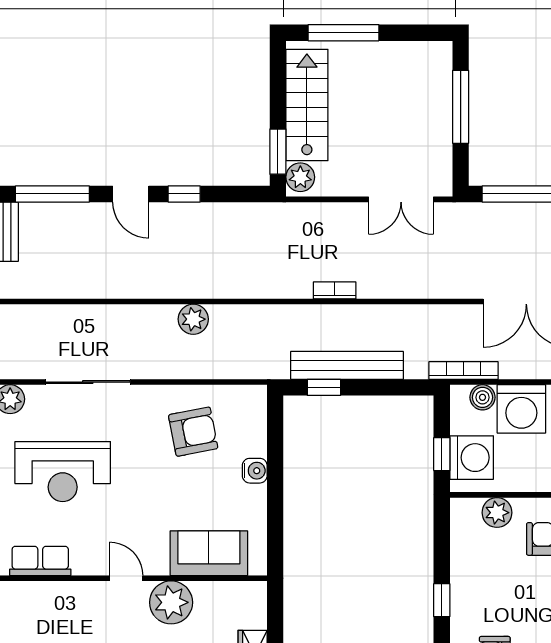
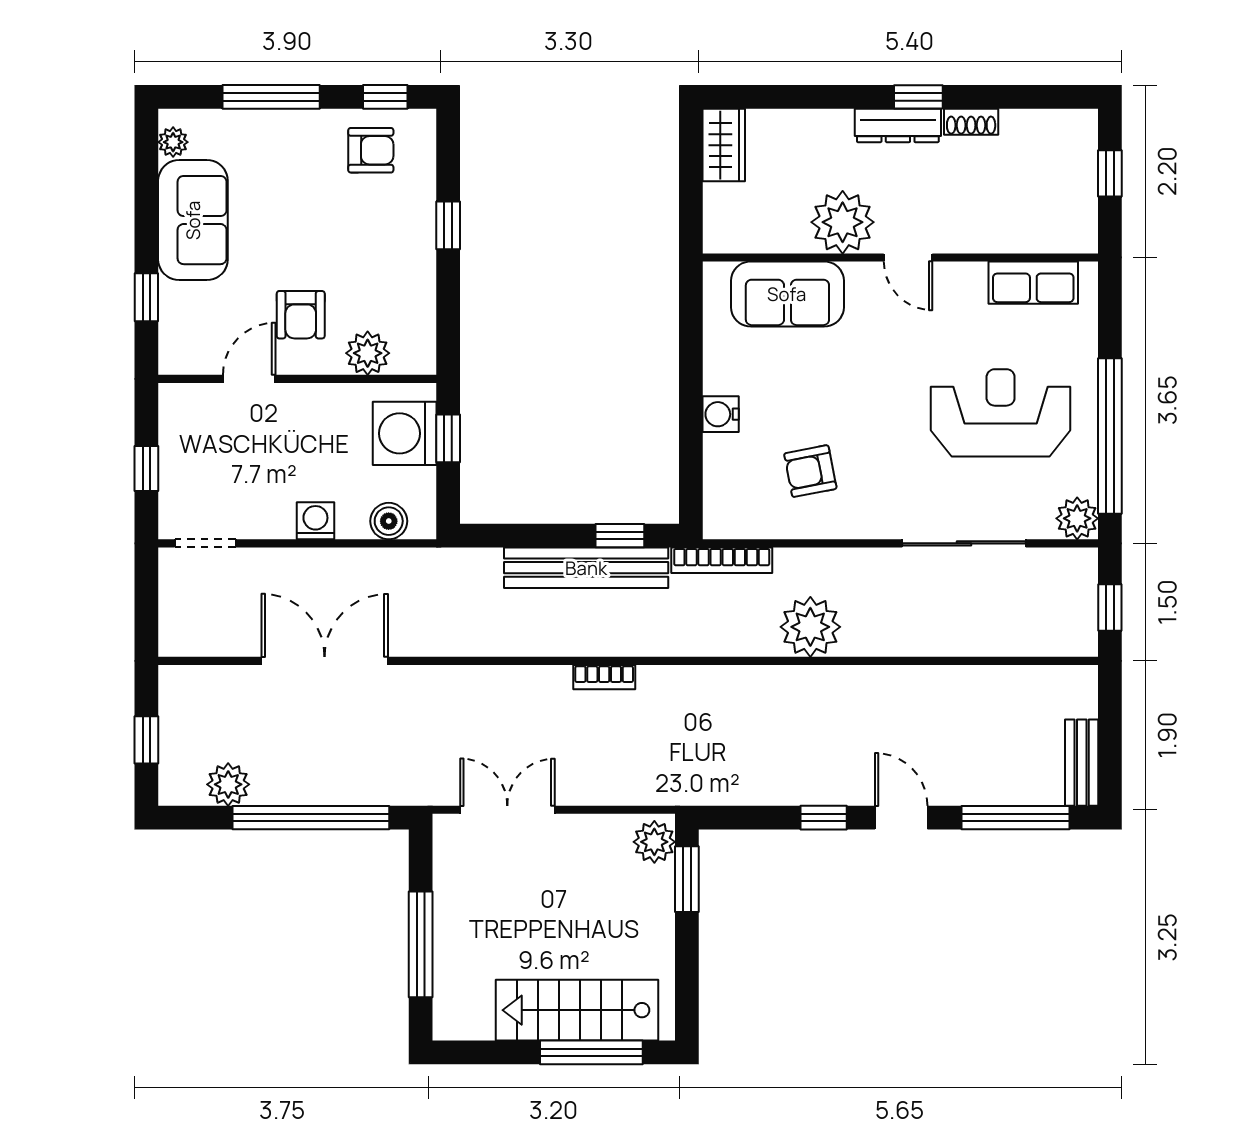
stairs: (307, 105) -> (577, 1010), moved, turned 90
plant: (193, 319) -> (810, 627), width x1.36, depth x1.36
bookcase: (464, 371) -> (722, 560), moved
washing machine: (521, 409) -> (315, 521), width x0.53, depth x0.53
armchair: (193, 432) -> (810, 471), width x0.72, depth x0.72

